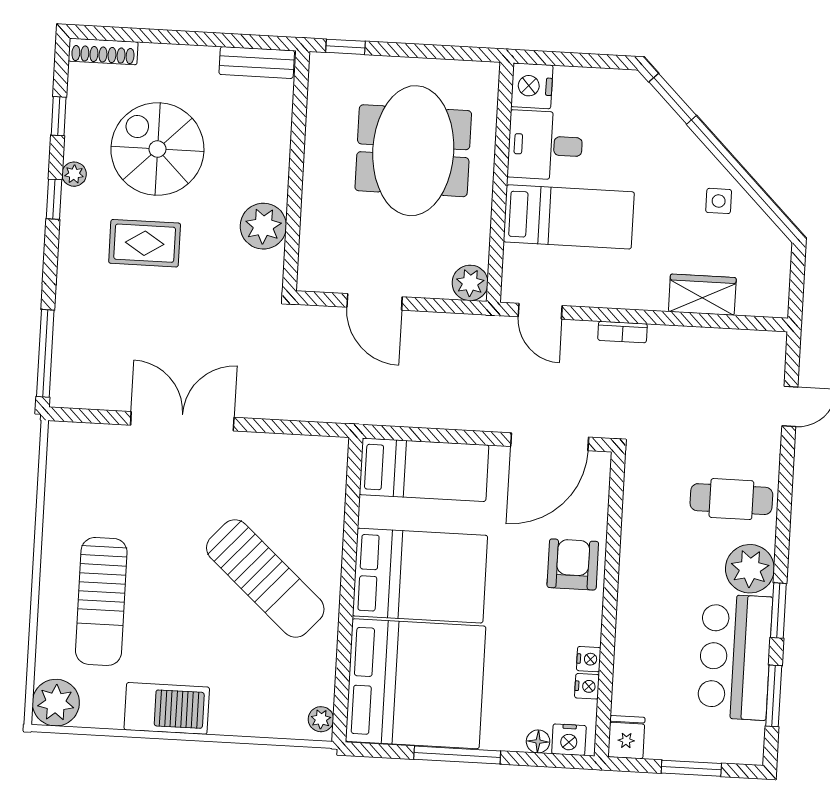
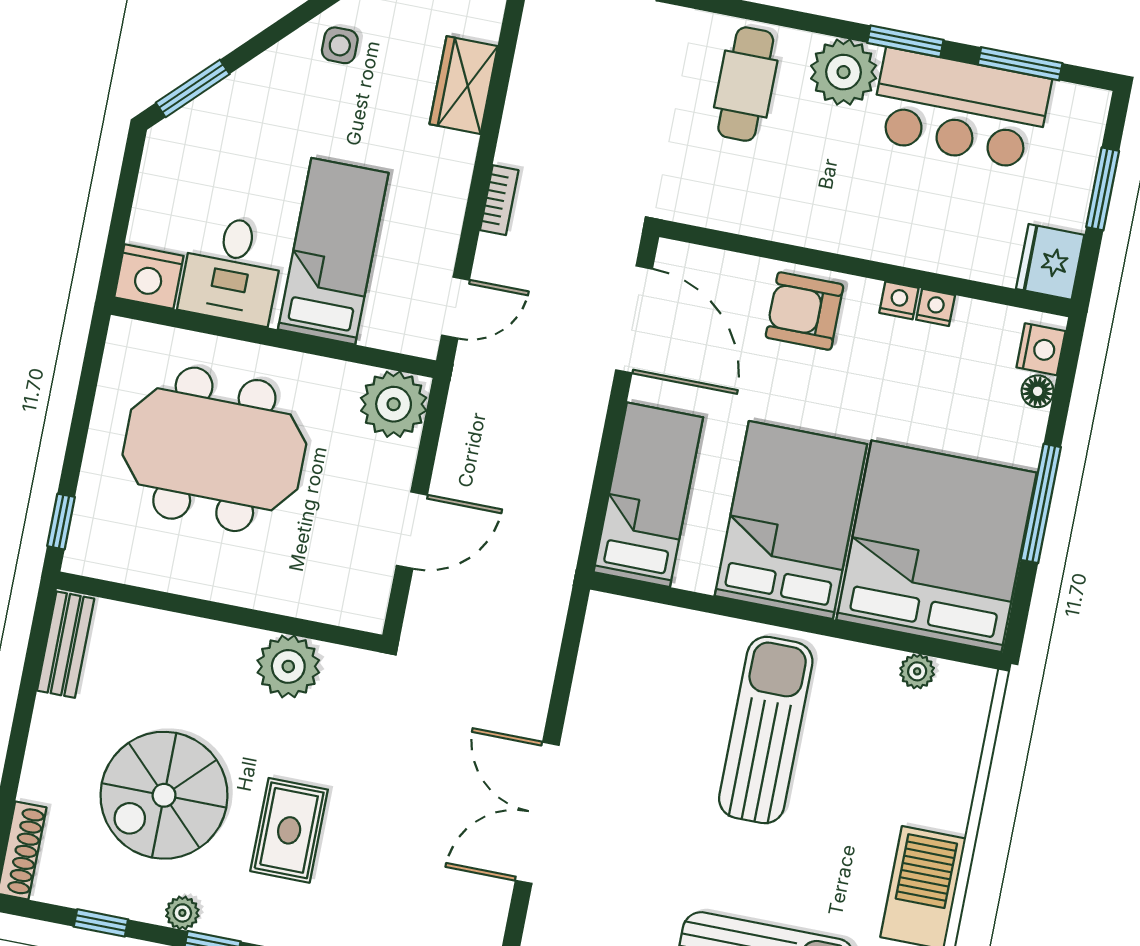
plant: (470, 283) -> (394, 404), width x1.36, depth x1.36
sun lounger: (265, 578) -> (766, 730), turned -42
nightstand: (587, 686) -> (899, 300), moved
plant: (321, 719) -> (917, 671), moved
fridge: (626, 737) -> (1050, 262), width x1.38

